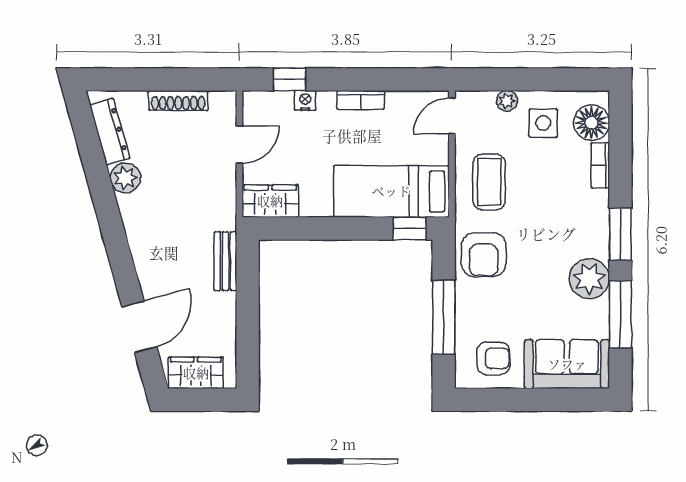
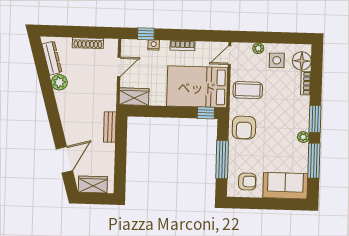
coffee table: (489, 182) -> (248, 90), turned 90
bed: (391, 191) -> (197, 87), width x1.50
plant: (589, 279) -> (303, 137), width x0.53, depth x0.53

